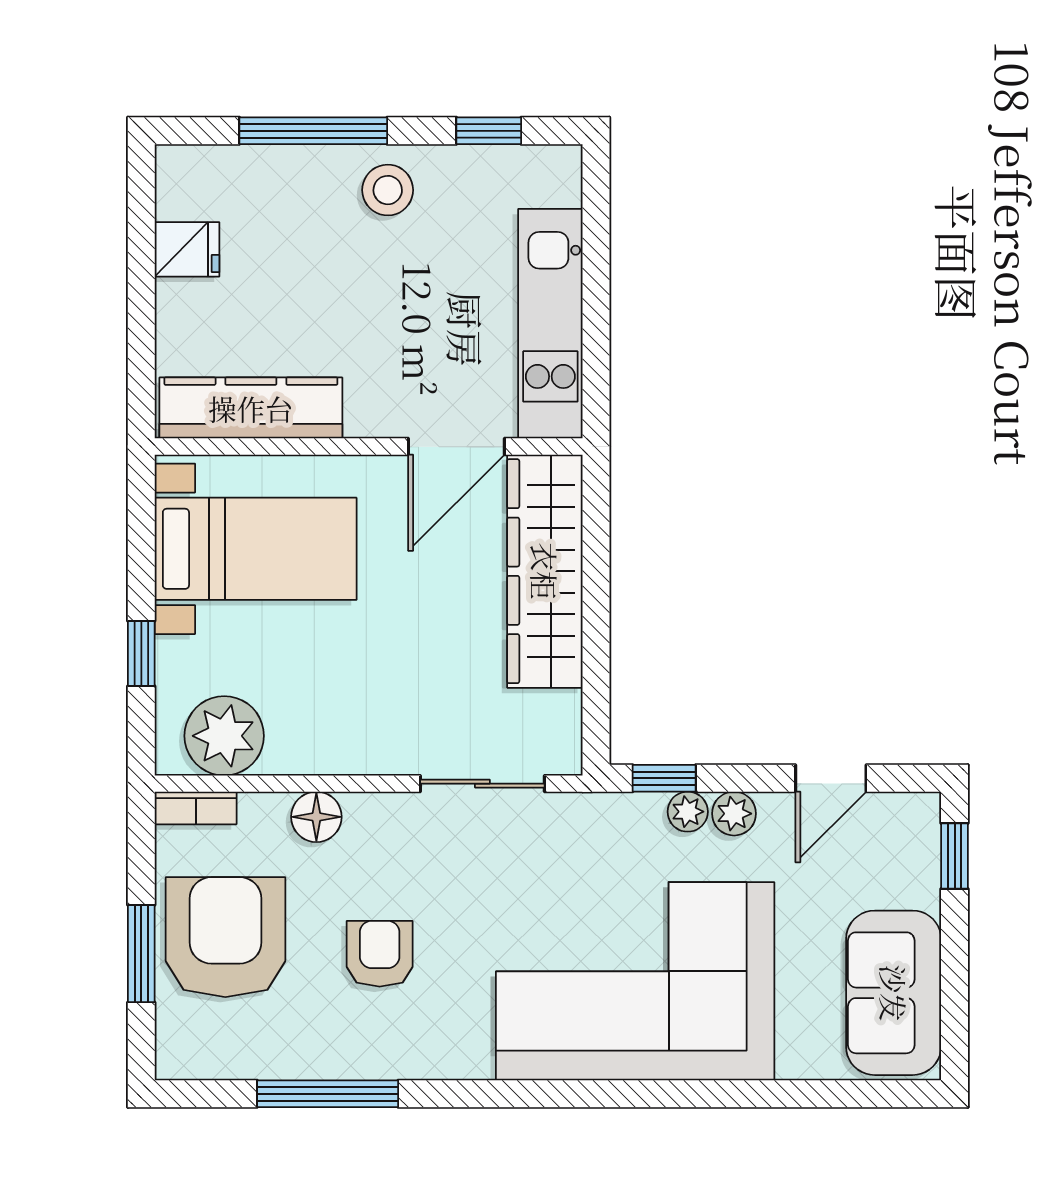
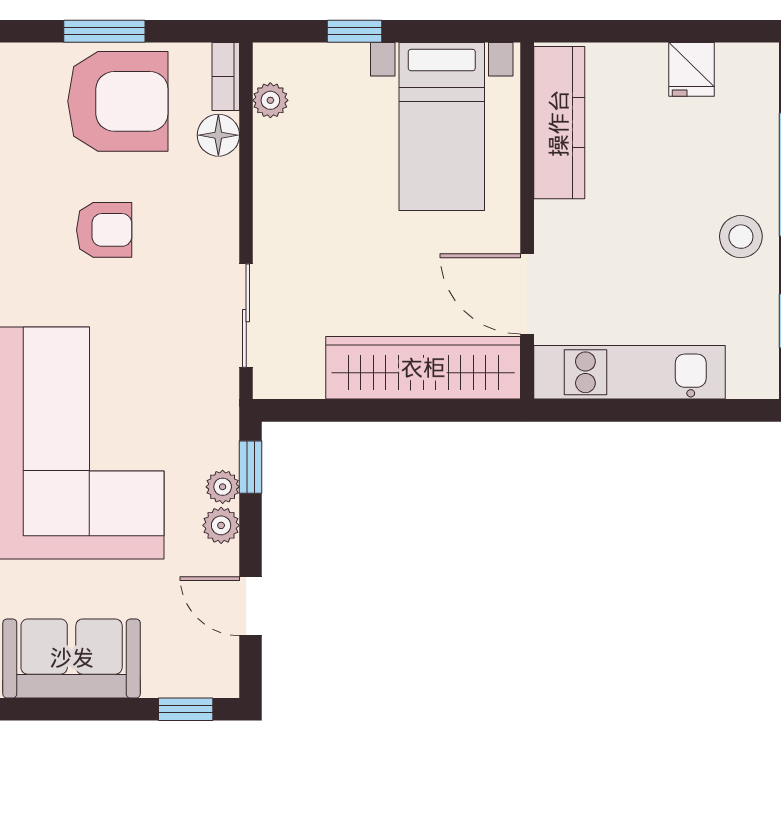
plant: (224, 736) -> (270, 100), width x0.53, depth x0.53
floor lamp: (316, 817) -> (218, 135), moved

